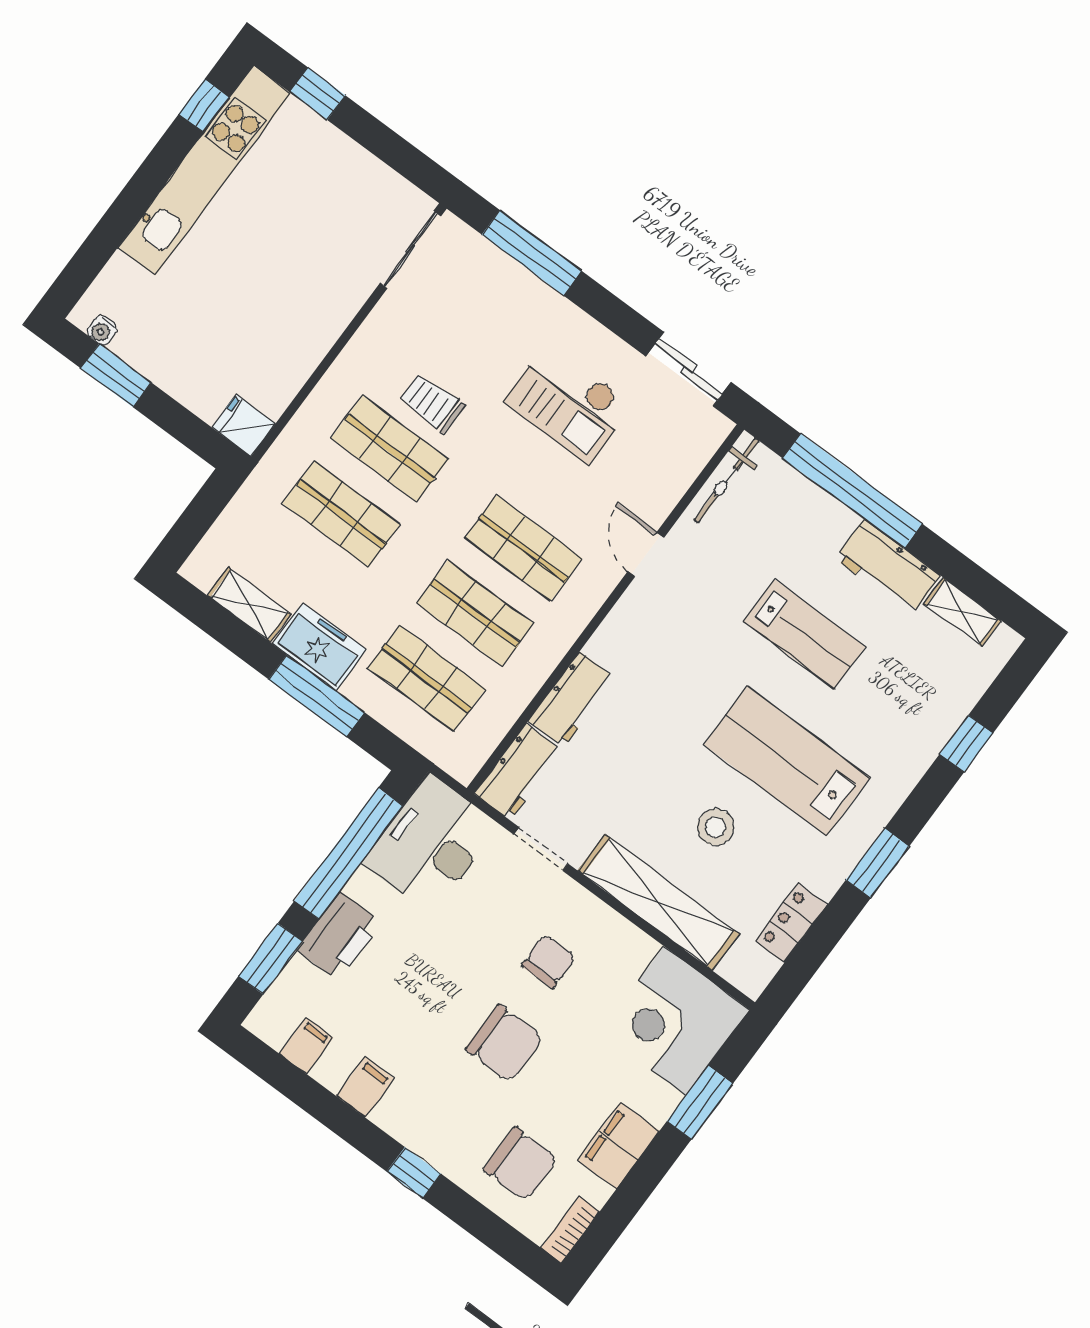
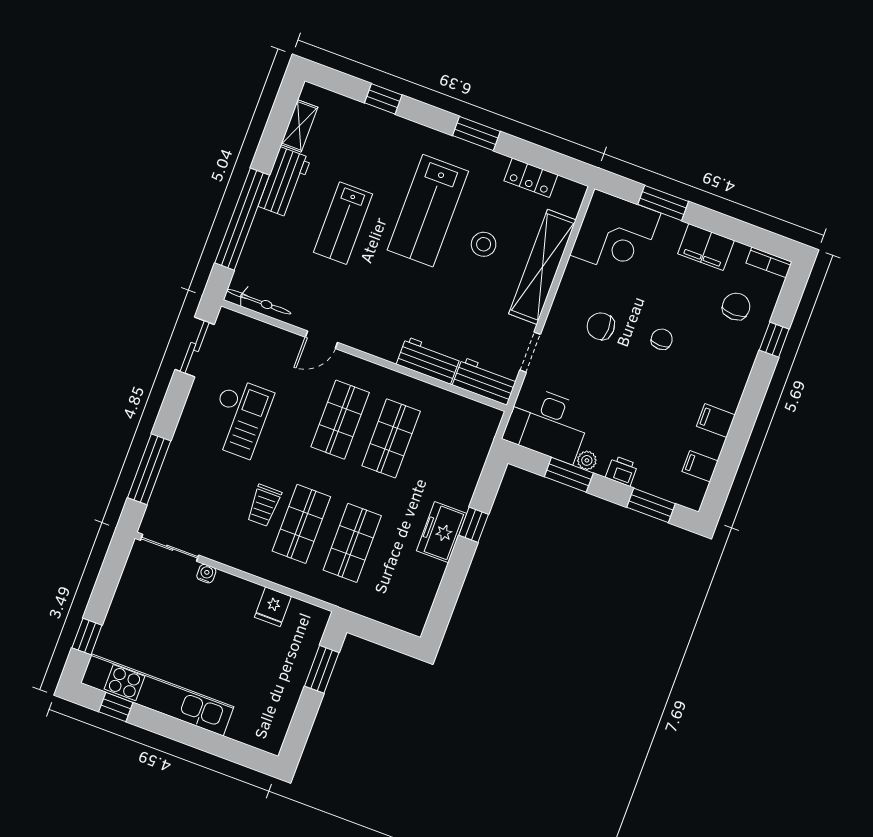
water cooler: (102, 330) -> (206, 574), moved, turned -90
window: (116, 375) -> (322, 669), moved
fridge: (244, 426) -> (273, 607), moved
shelving: (249, 605) -> (428, 585), removed
lab bench: (805, 634) -> (343, 223), turned 180
shop shelf: (427, 678) -> (442, 457), removed
window: (317, 696) -> (474, 525), width x0.46
window: (349, 853) -> (569, 475), width x0.47
plant: (362, 885) -> (587, 460), added
printer: (339, 936) -> (622, 471), width x0.53, depth x0.68
chair: (505, 1043) -> (662, 339), width x0.54, depth x0.54
chair: (521, 1164) -> (736, 307), width x0.73, depth x0.73
window: (414, 1173) -> (774, 340), moved

